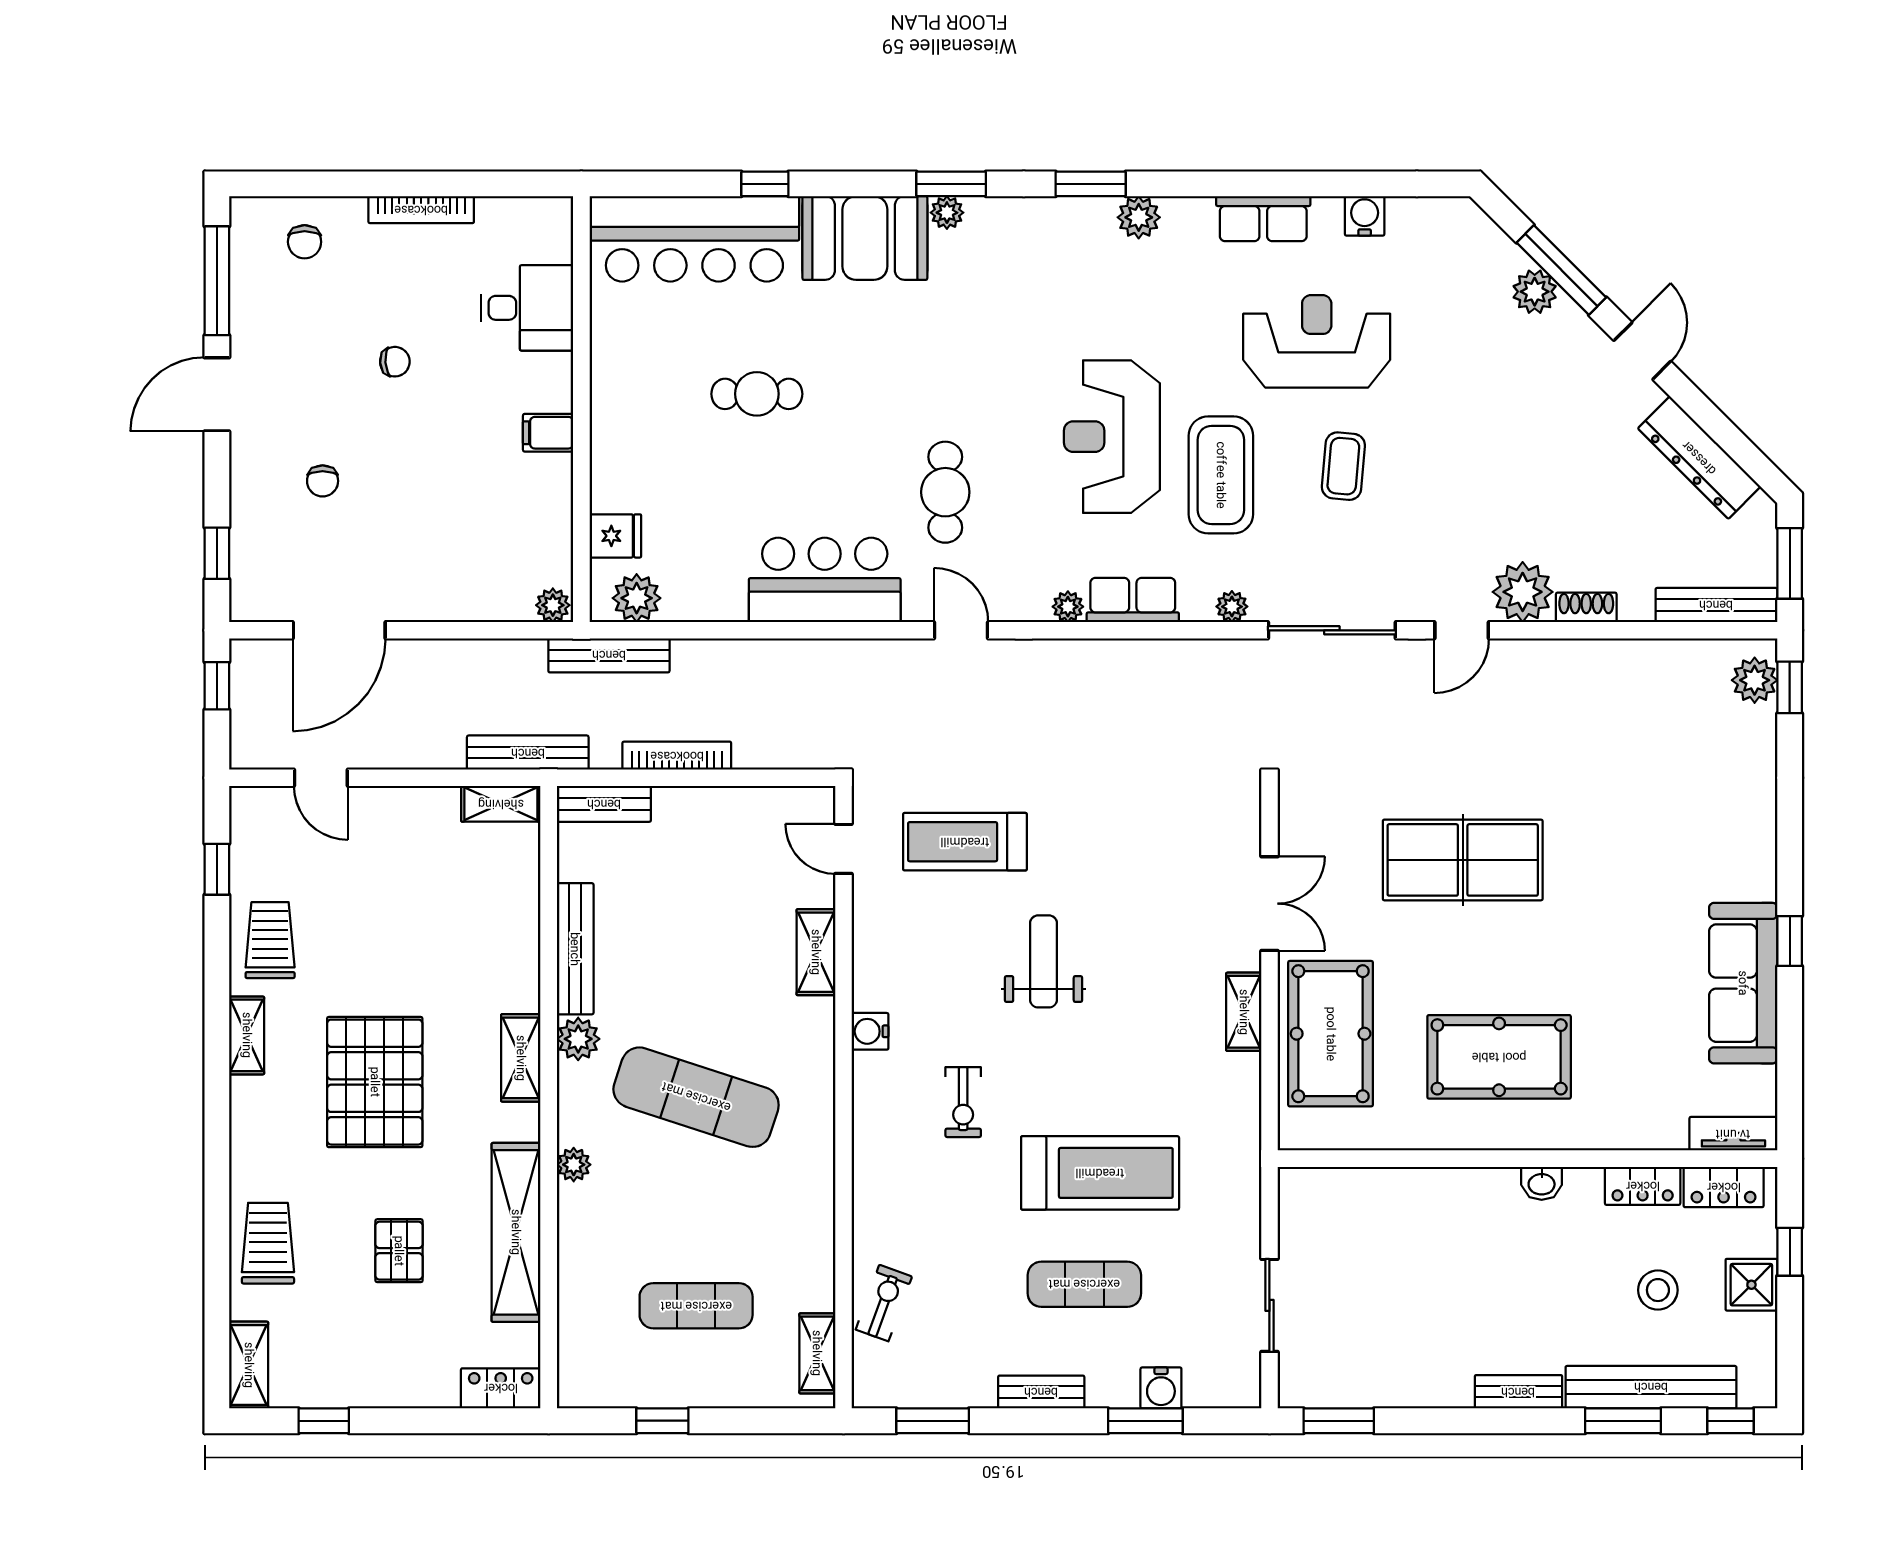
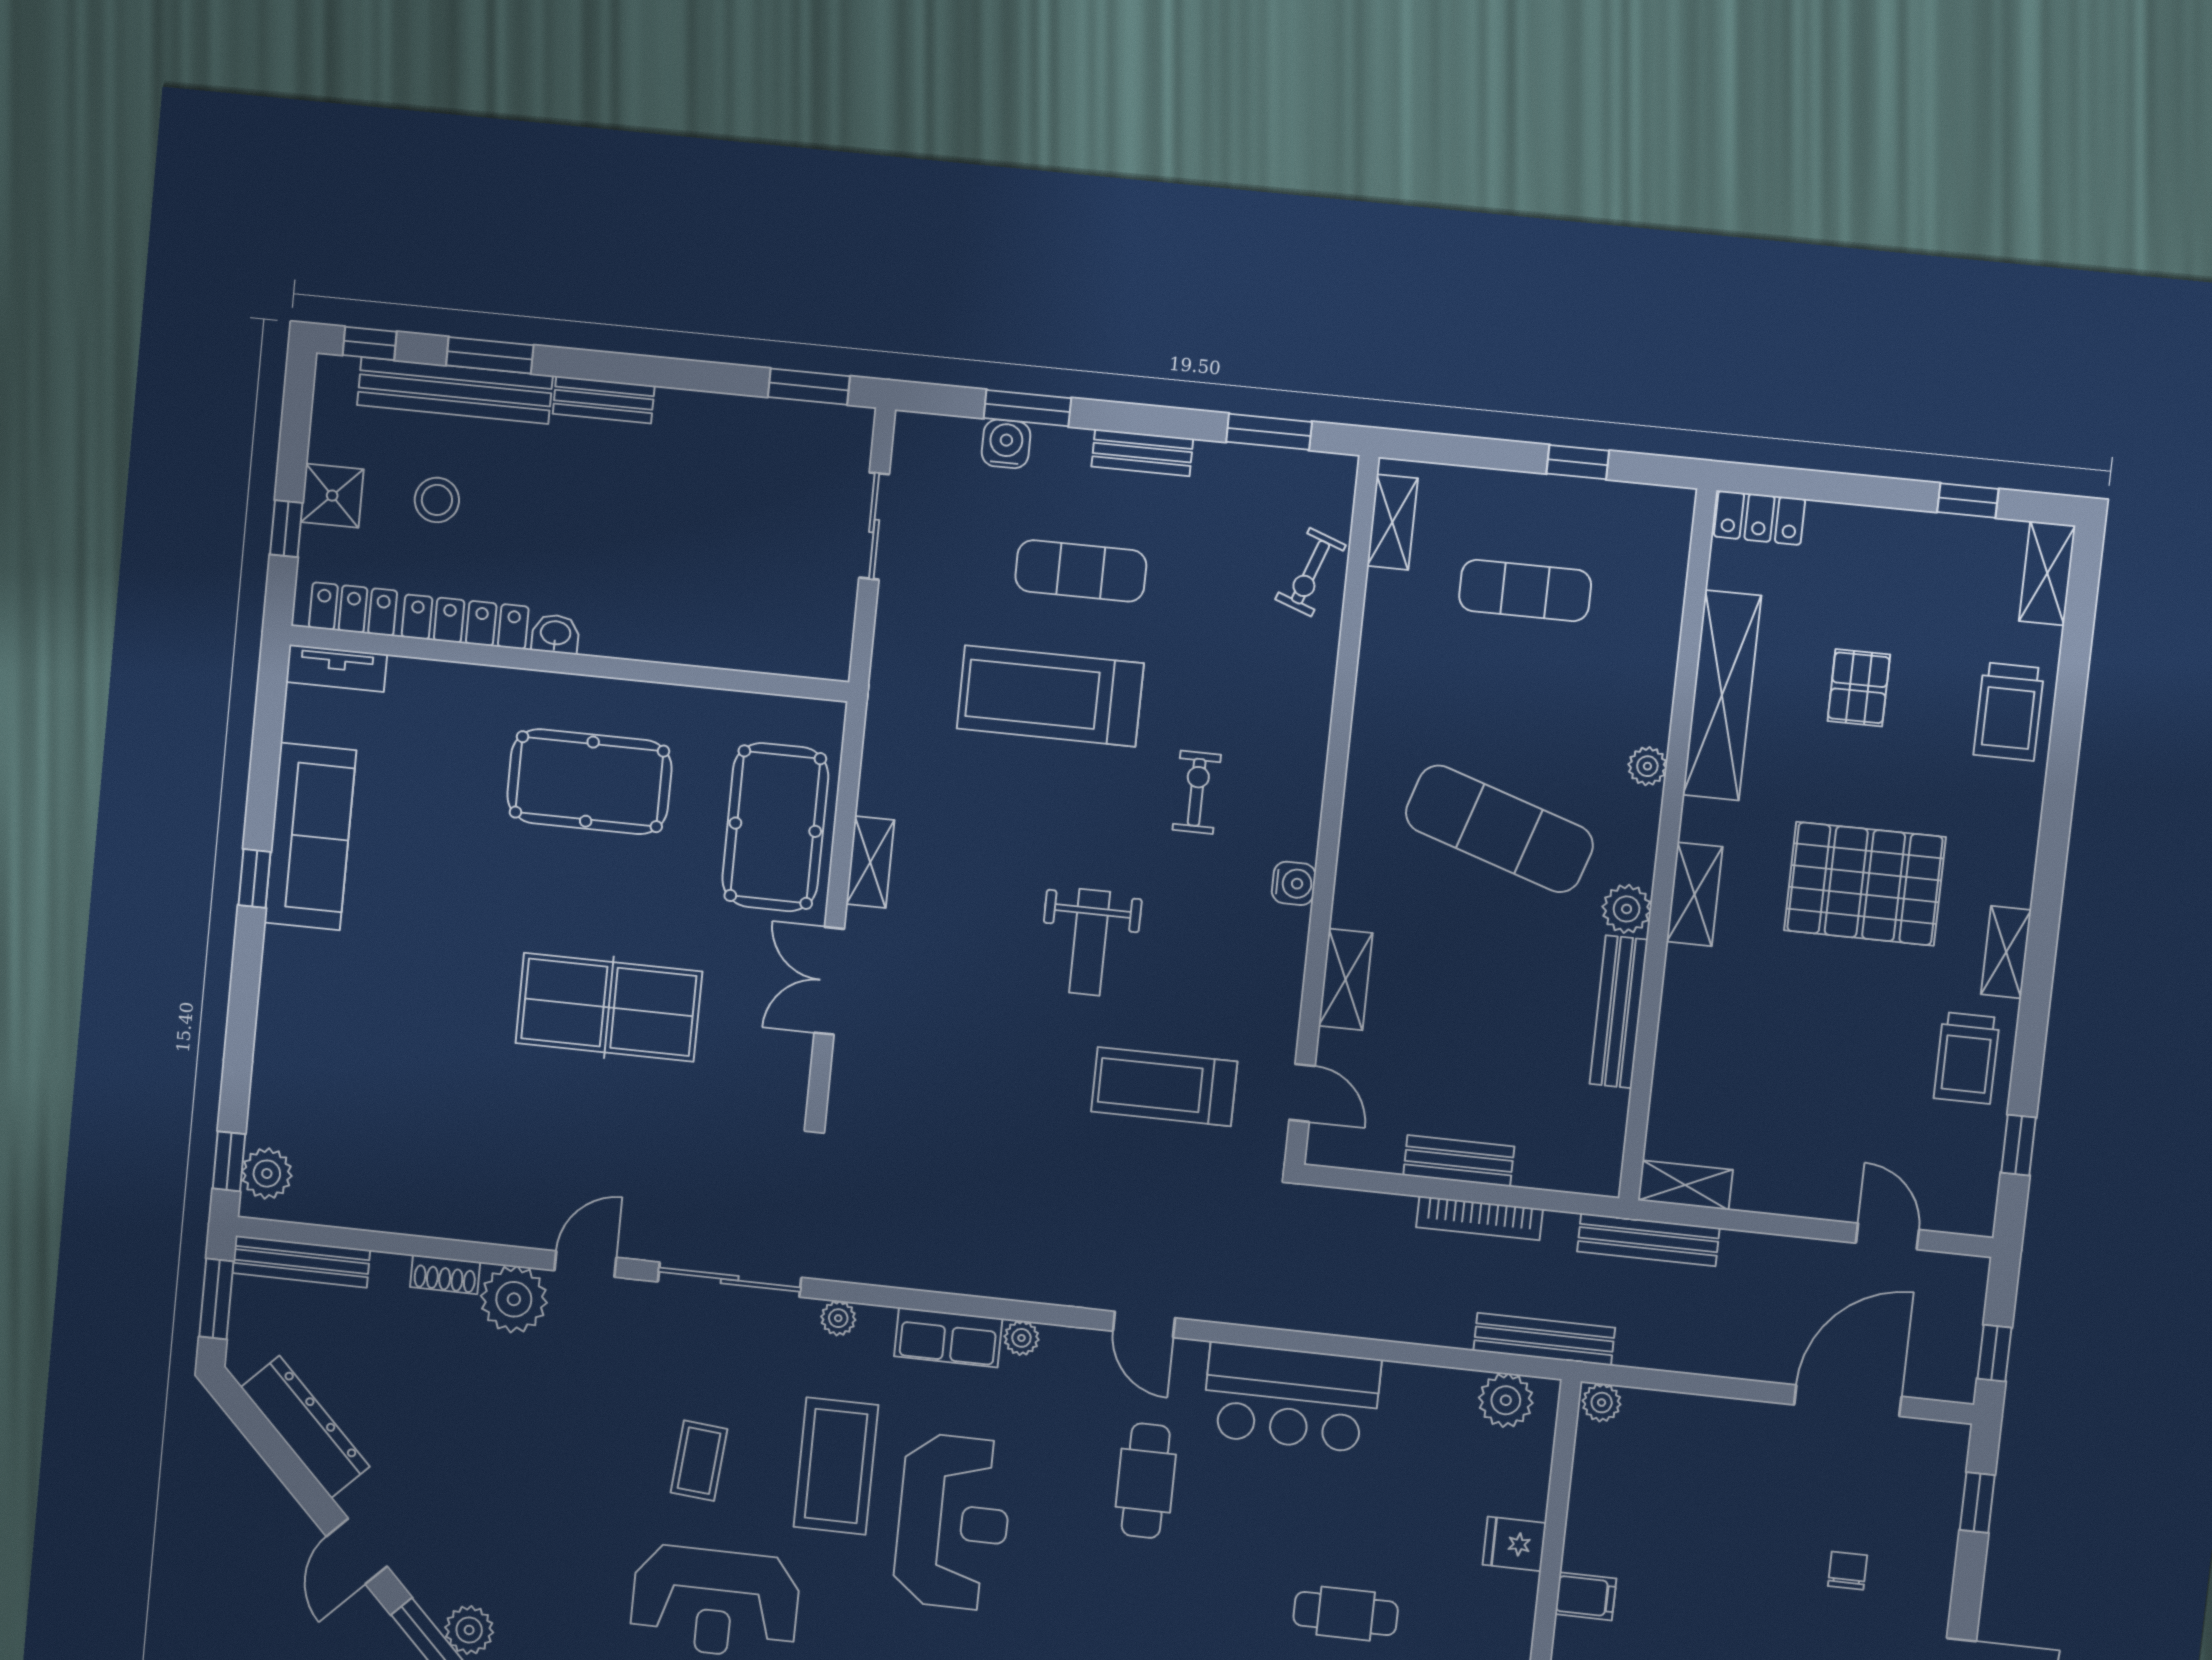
fridge: (615, 536) -> (1514, 1544), moved
bench: (604, 804) -> (1459, 1161), moved
treadmill: (965, 842) -> (1164, 1087), turned 180
pallet: (375, 1082) -> (1865, 884), turned 90
locker: (1643, 1186) -> (465, 622), width x1.53

